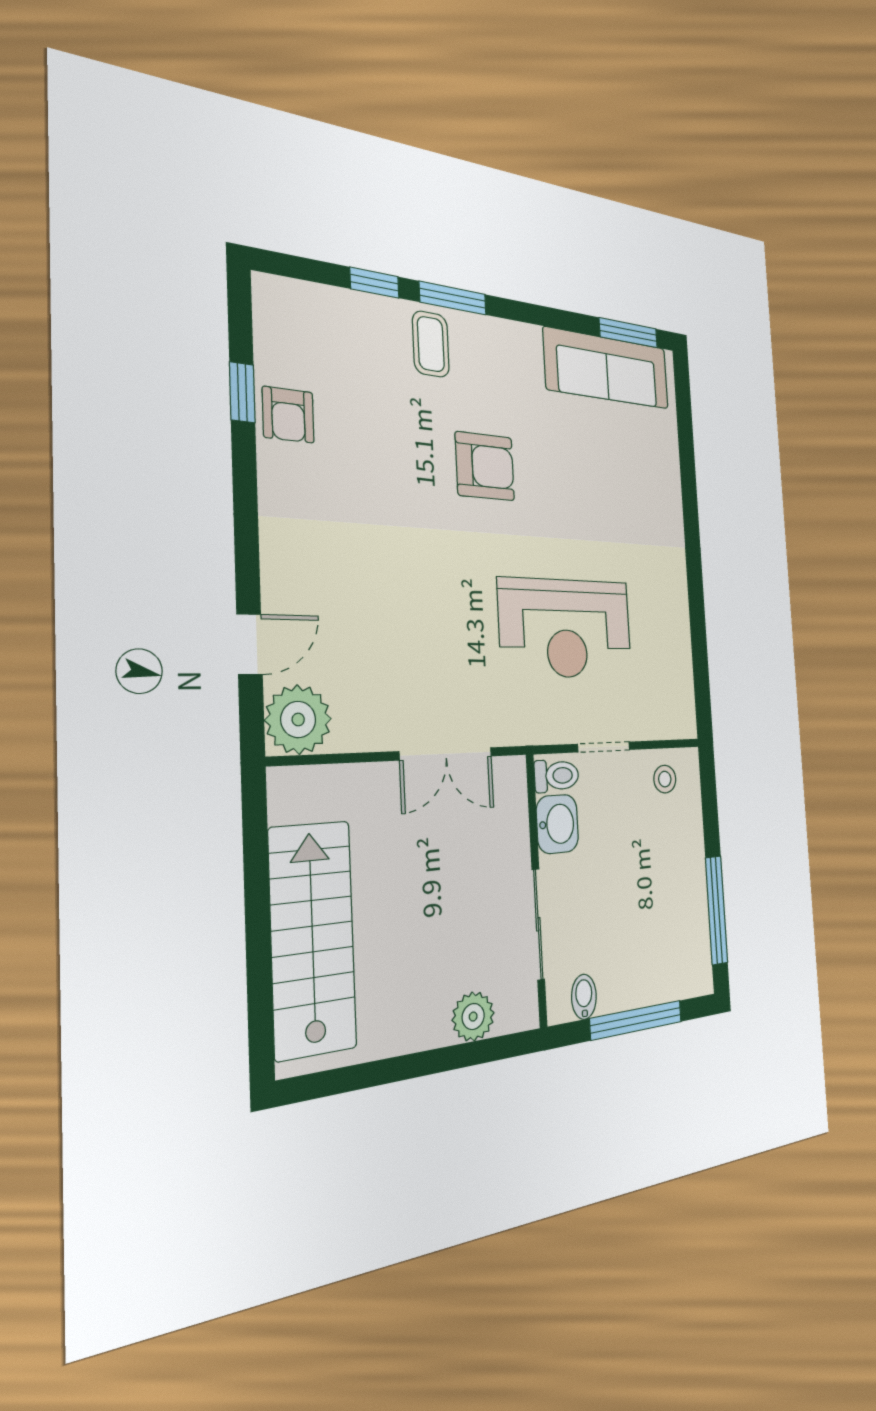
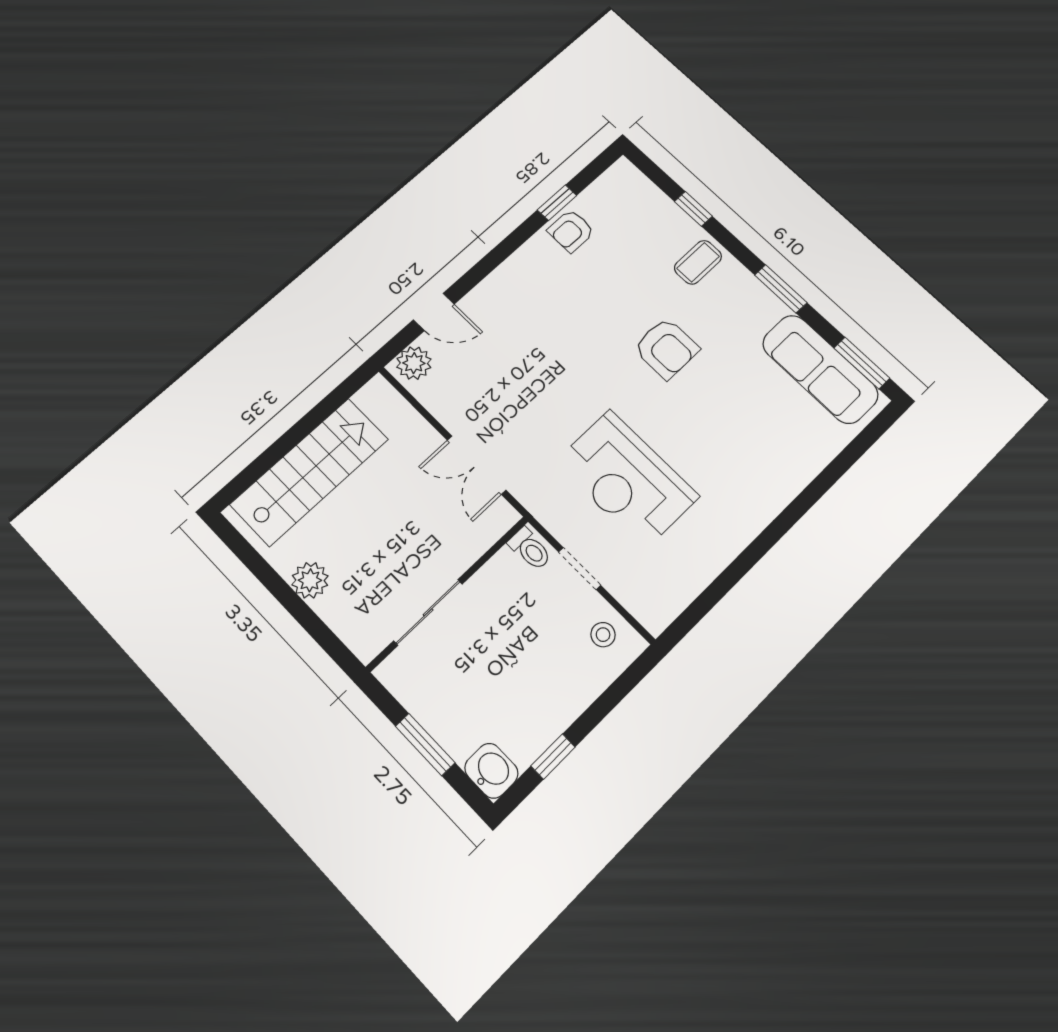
window: (453, 298) -> (781, 289), moved
plant: (298, 720) -> (414, 363), width x0.73, depth x0.73
washbasin: (557, 824) -> (491, 771), moved, turned -90
window: (716, 910) -> (553, 757), width x0.46
bidet: (584, 997) -> (409, 686), removed
plant: (473, 1017) -> (310, 580), moved
window: (636, 1020) -> (425, 744), width x0.69

